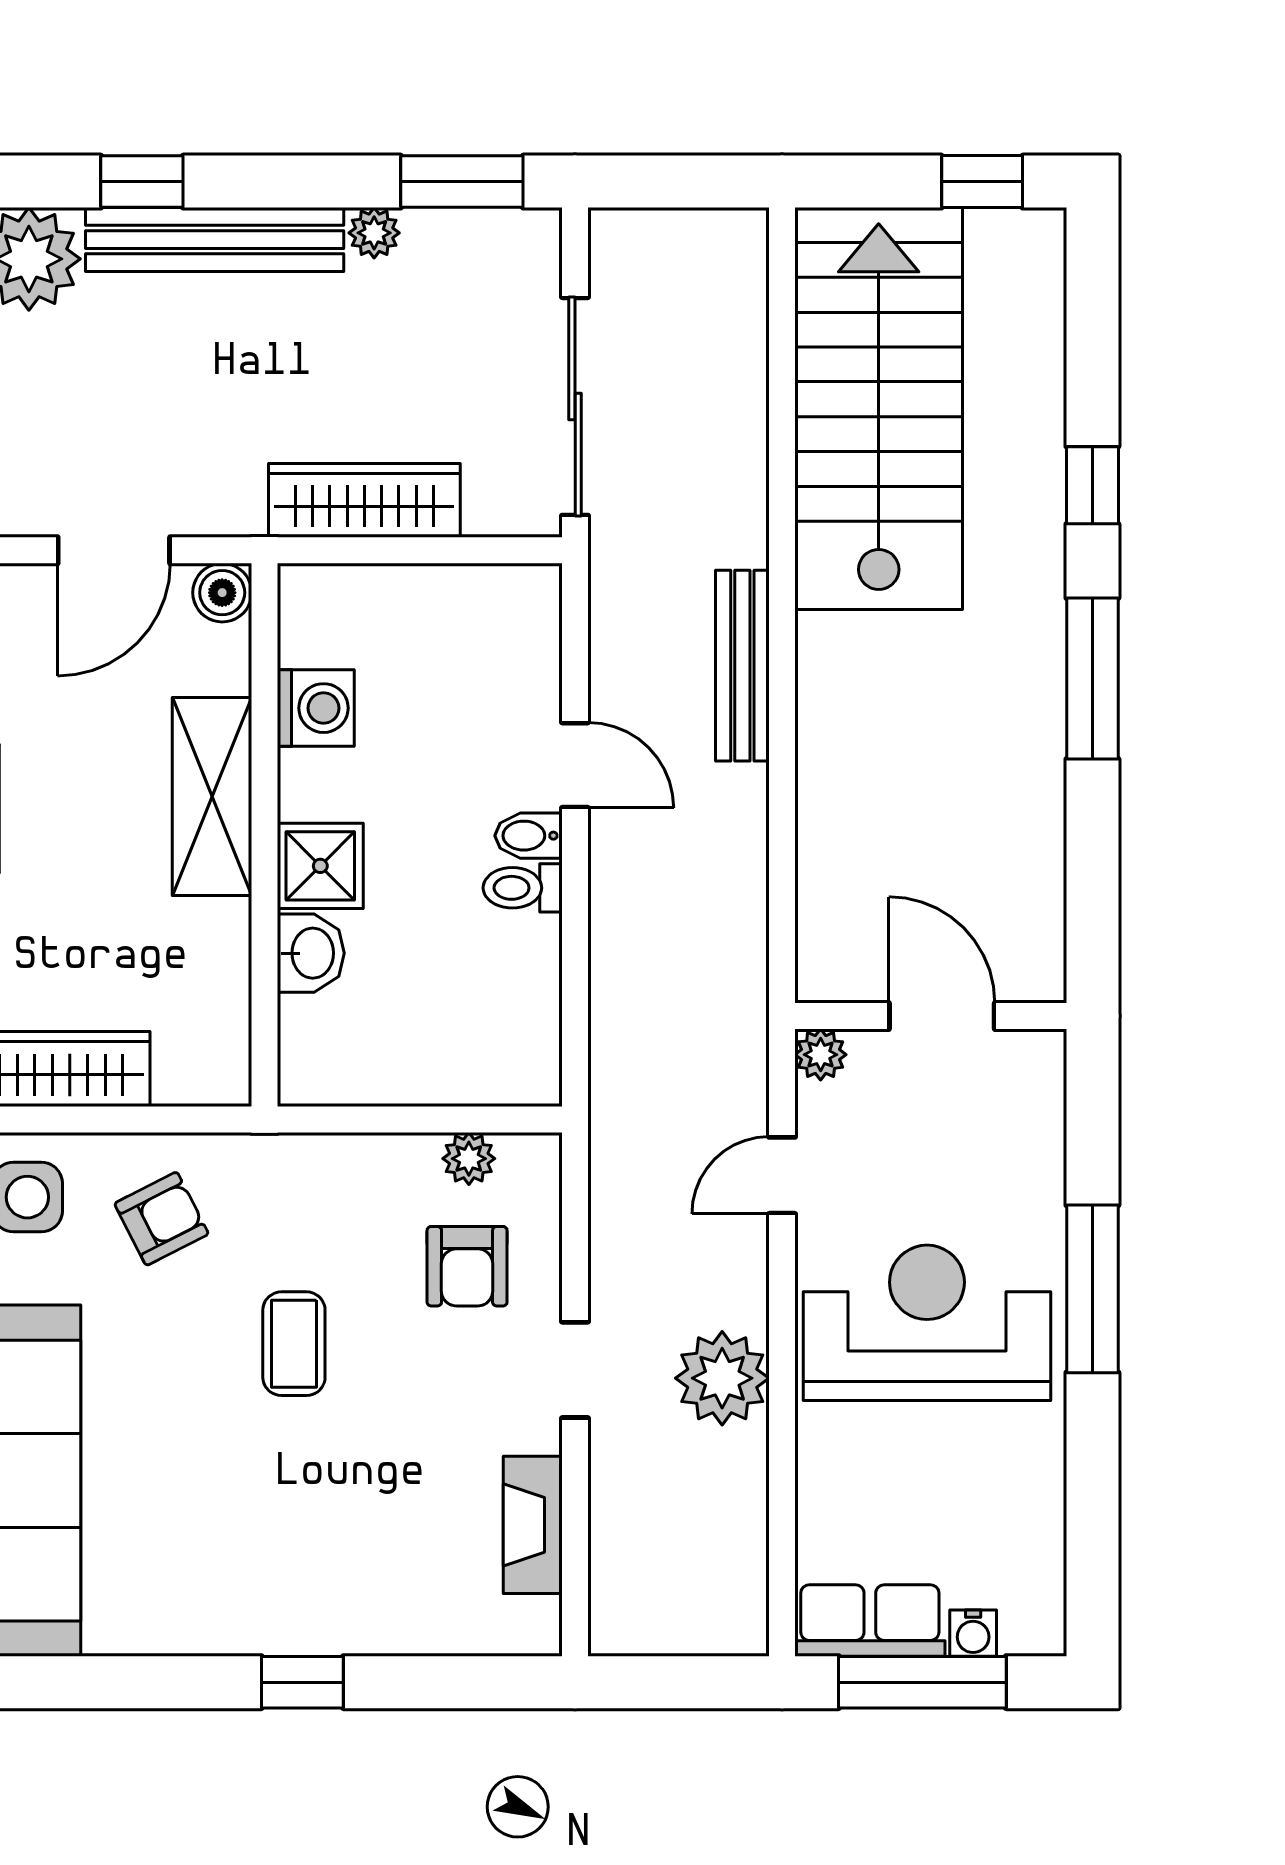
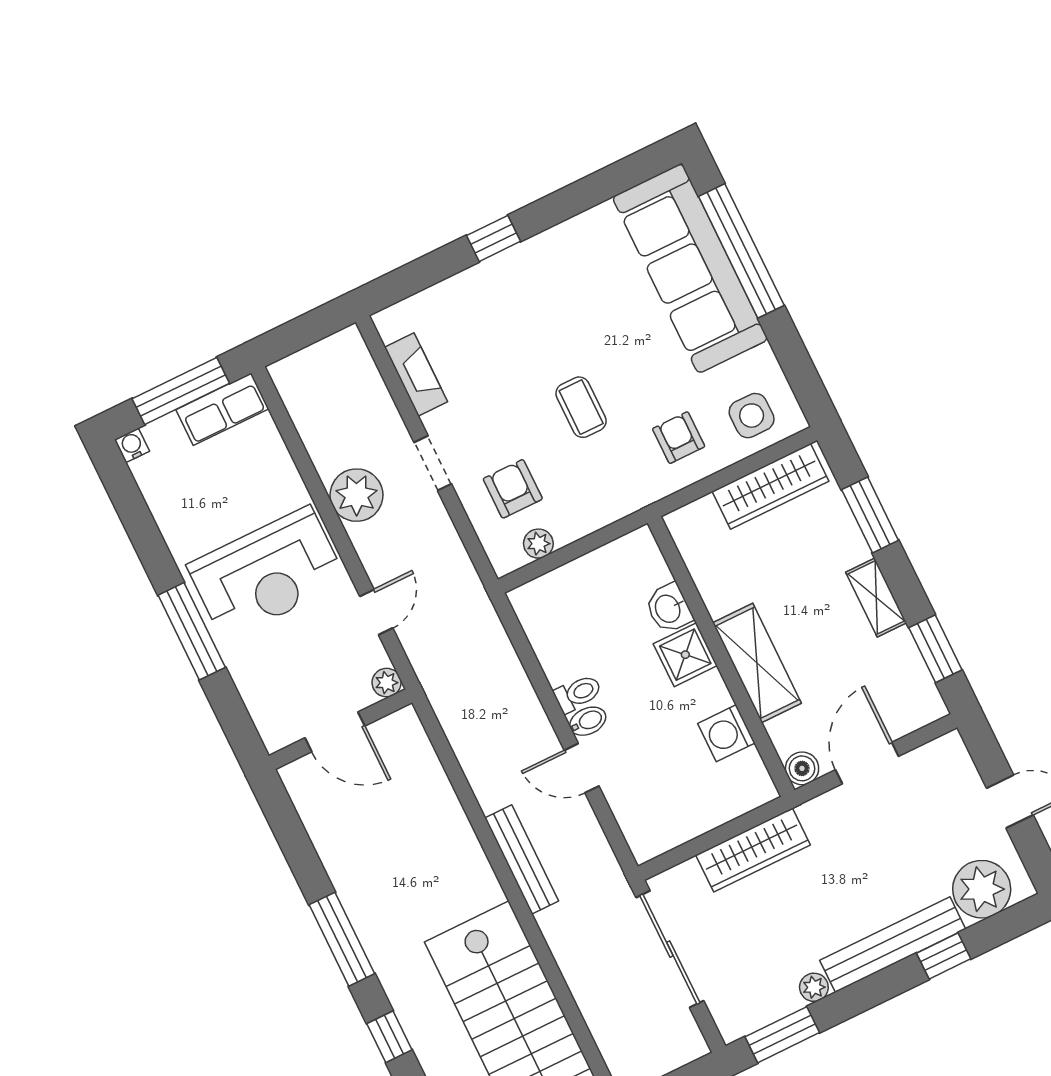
armchair: (161, 1219) -> (679, 438), turned 117
water cooler: (973, 1633) -> (132, 445), moved

